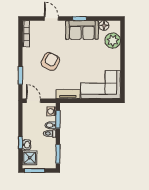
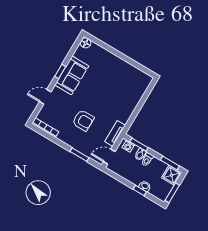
floor lamp: (104, 25) -> (86, 43), moved
plant: (113, 41) -> (98, 54), removed
armchair: (50, 61) -> (83, 120), turned 153
corner sofa: (101, 85) -> (131, 88), removed
tv unit: (68, 94) -> (115, 133), moved
shower: (30, 158) -> (172, 175), moved

